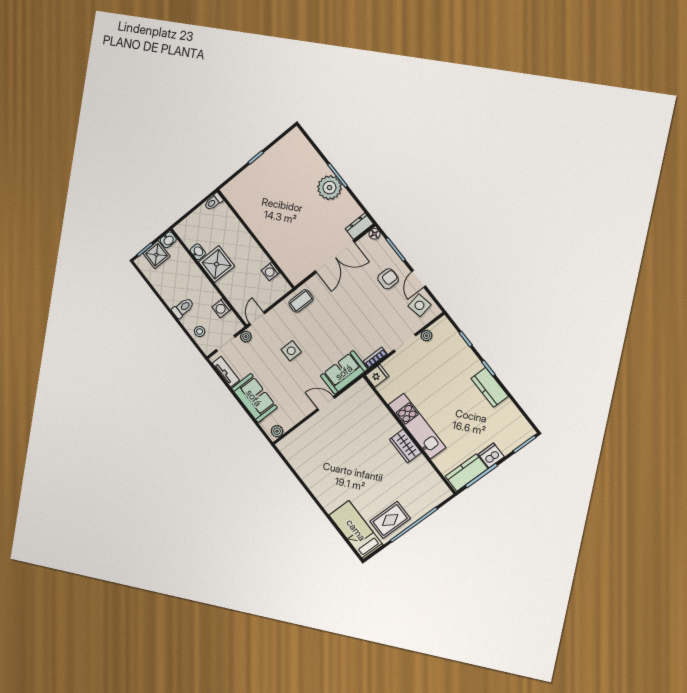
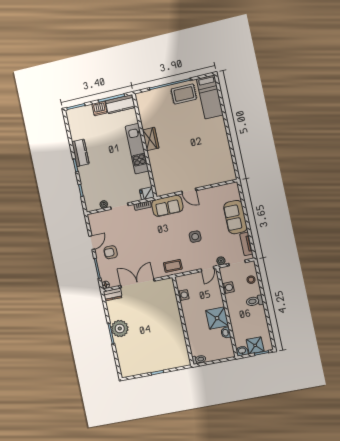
side table: (419, 305) -> (99, 226), removed
plant: (277, 431) -> (231, 188), removed

